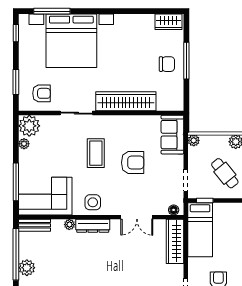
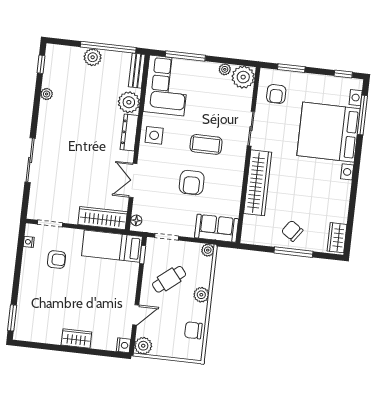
chair: (167, 64) -> (292, 231), turned 125
plant: (69, 225) -> (129, 102), width x1.88, depth x1.88

